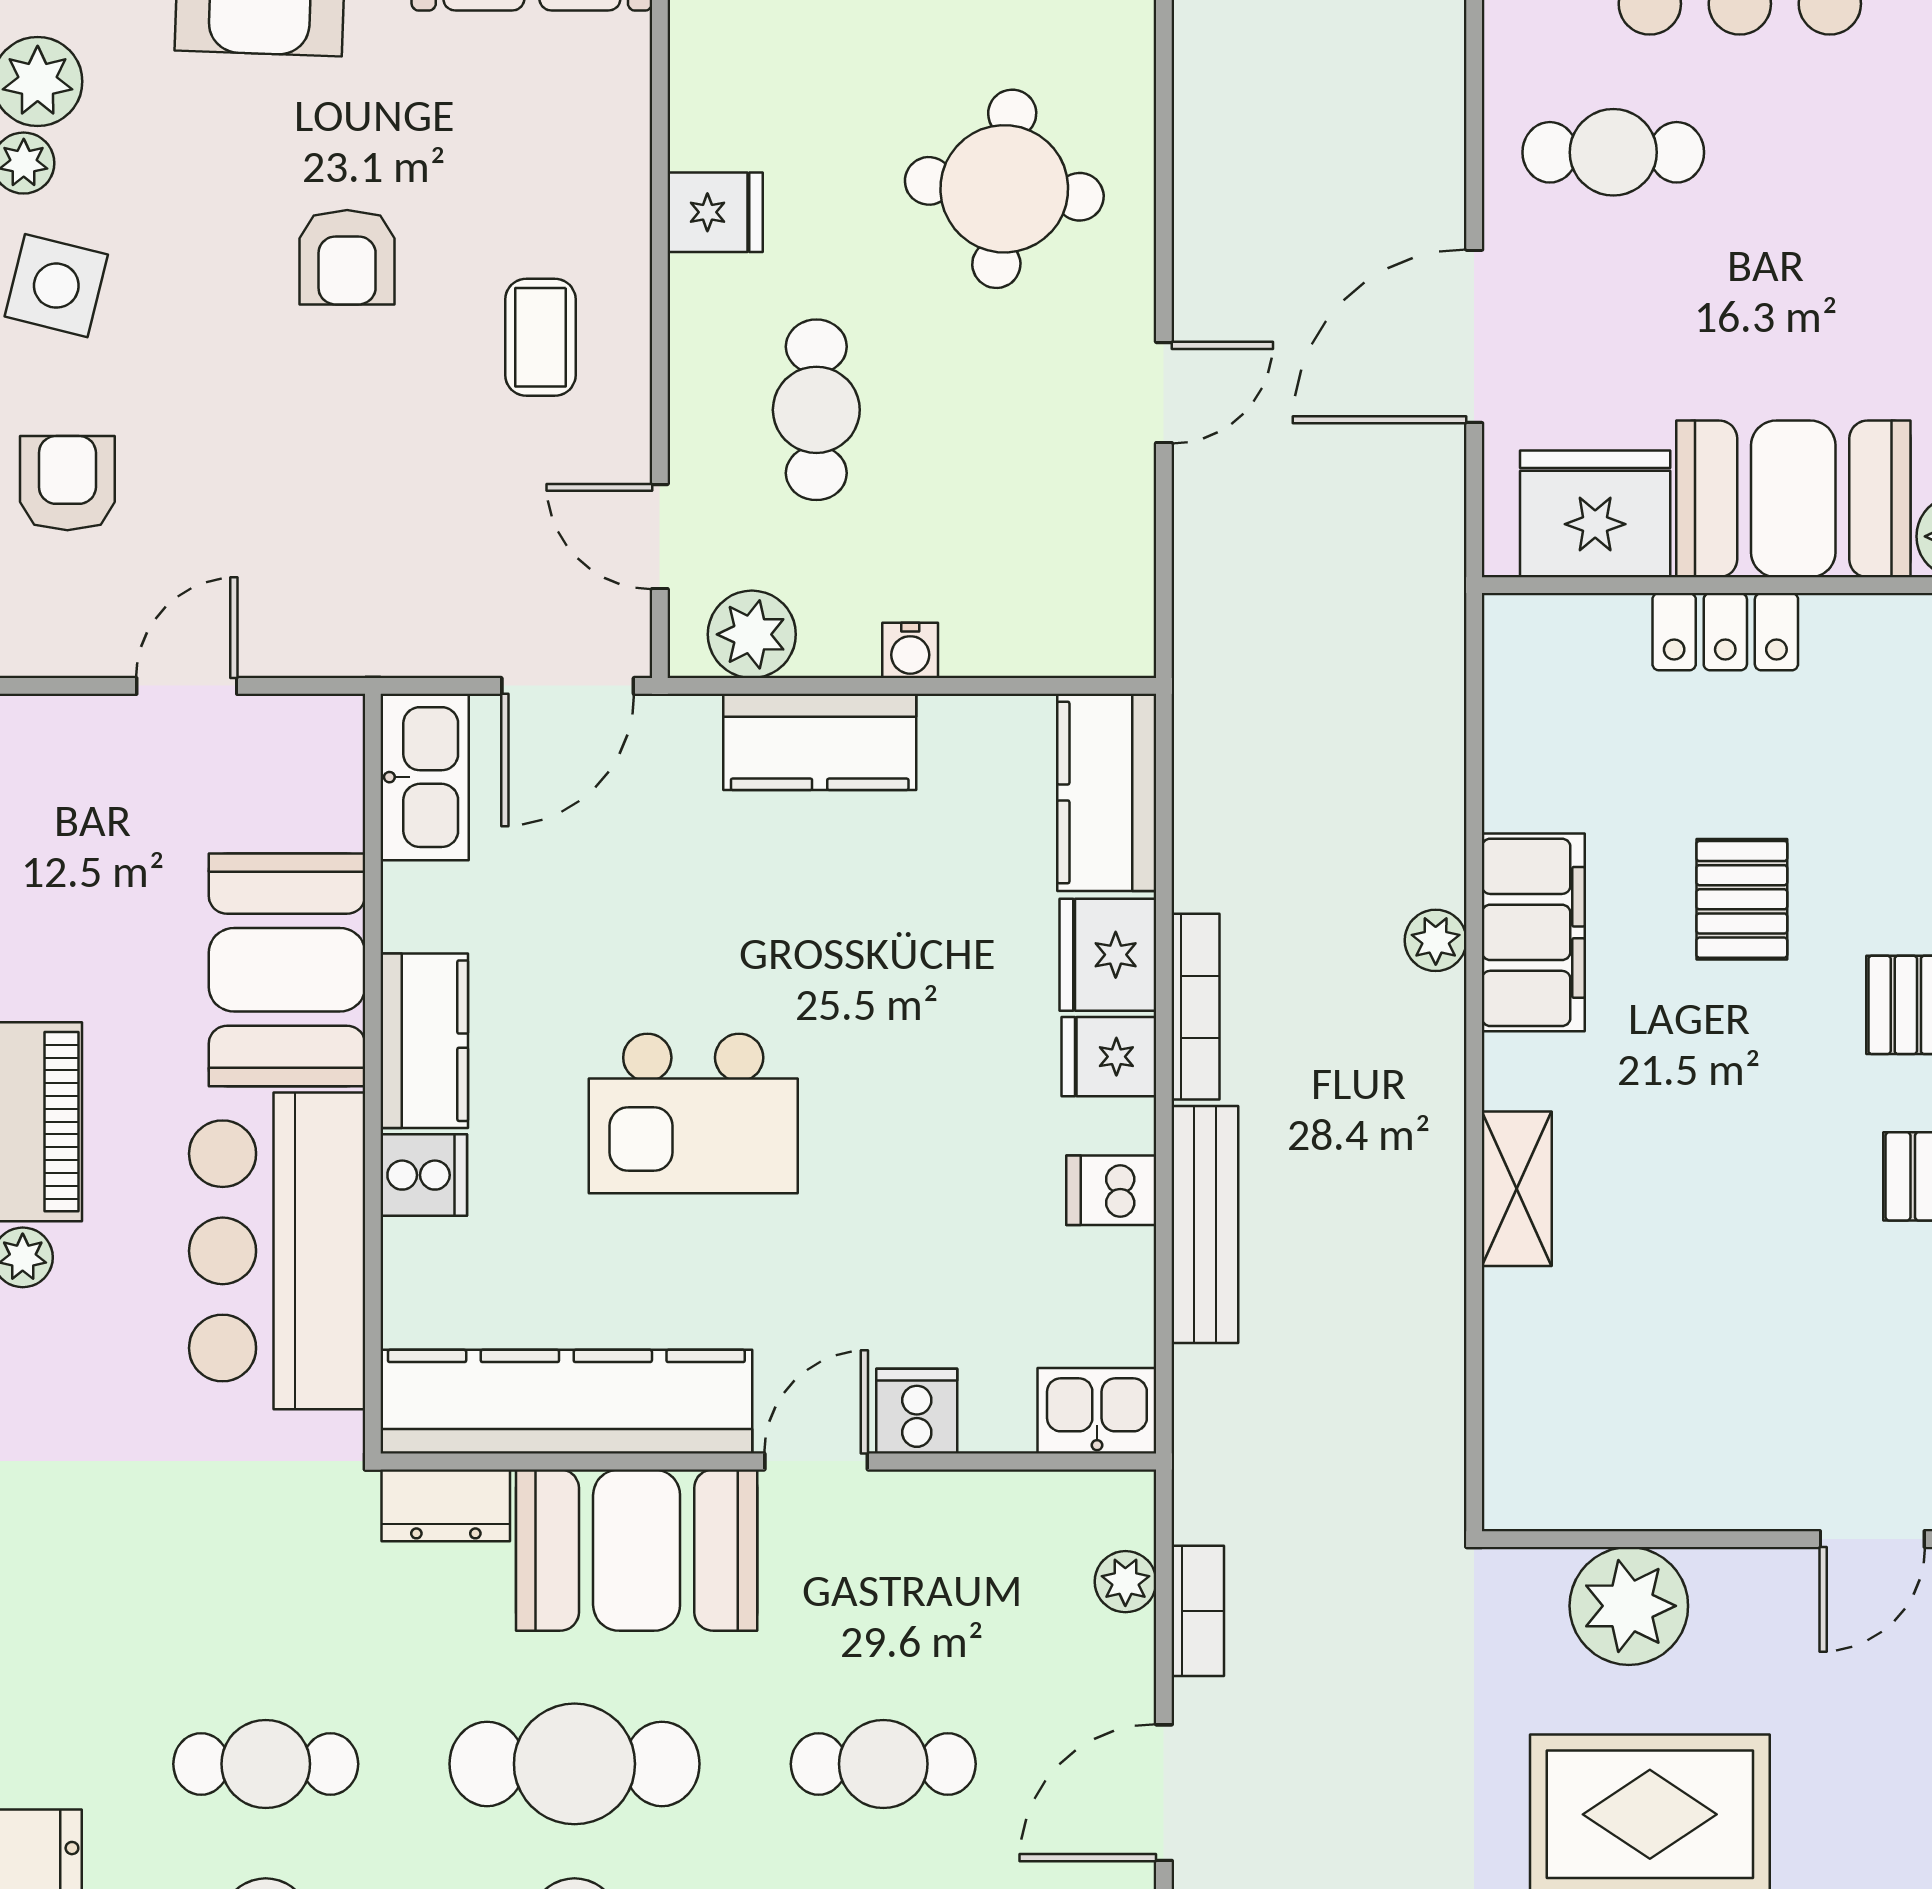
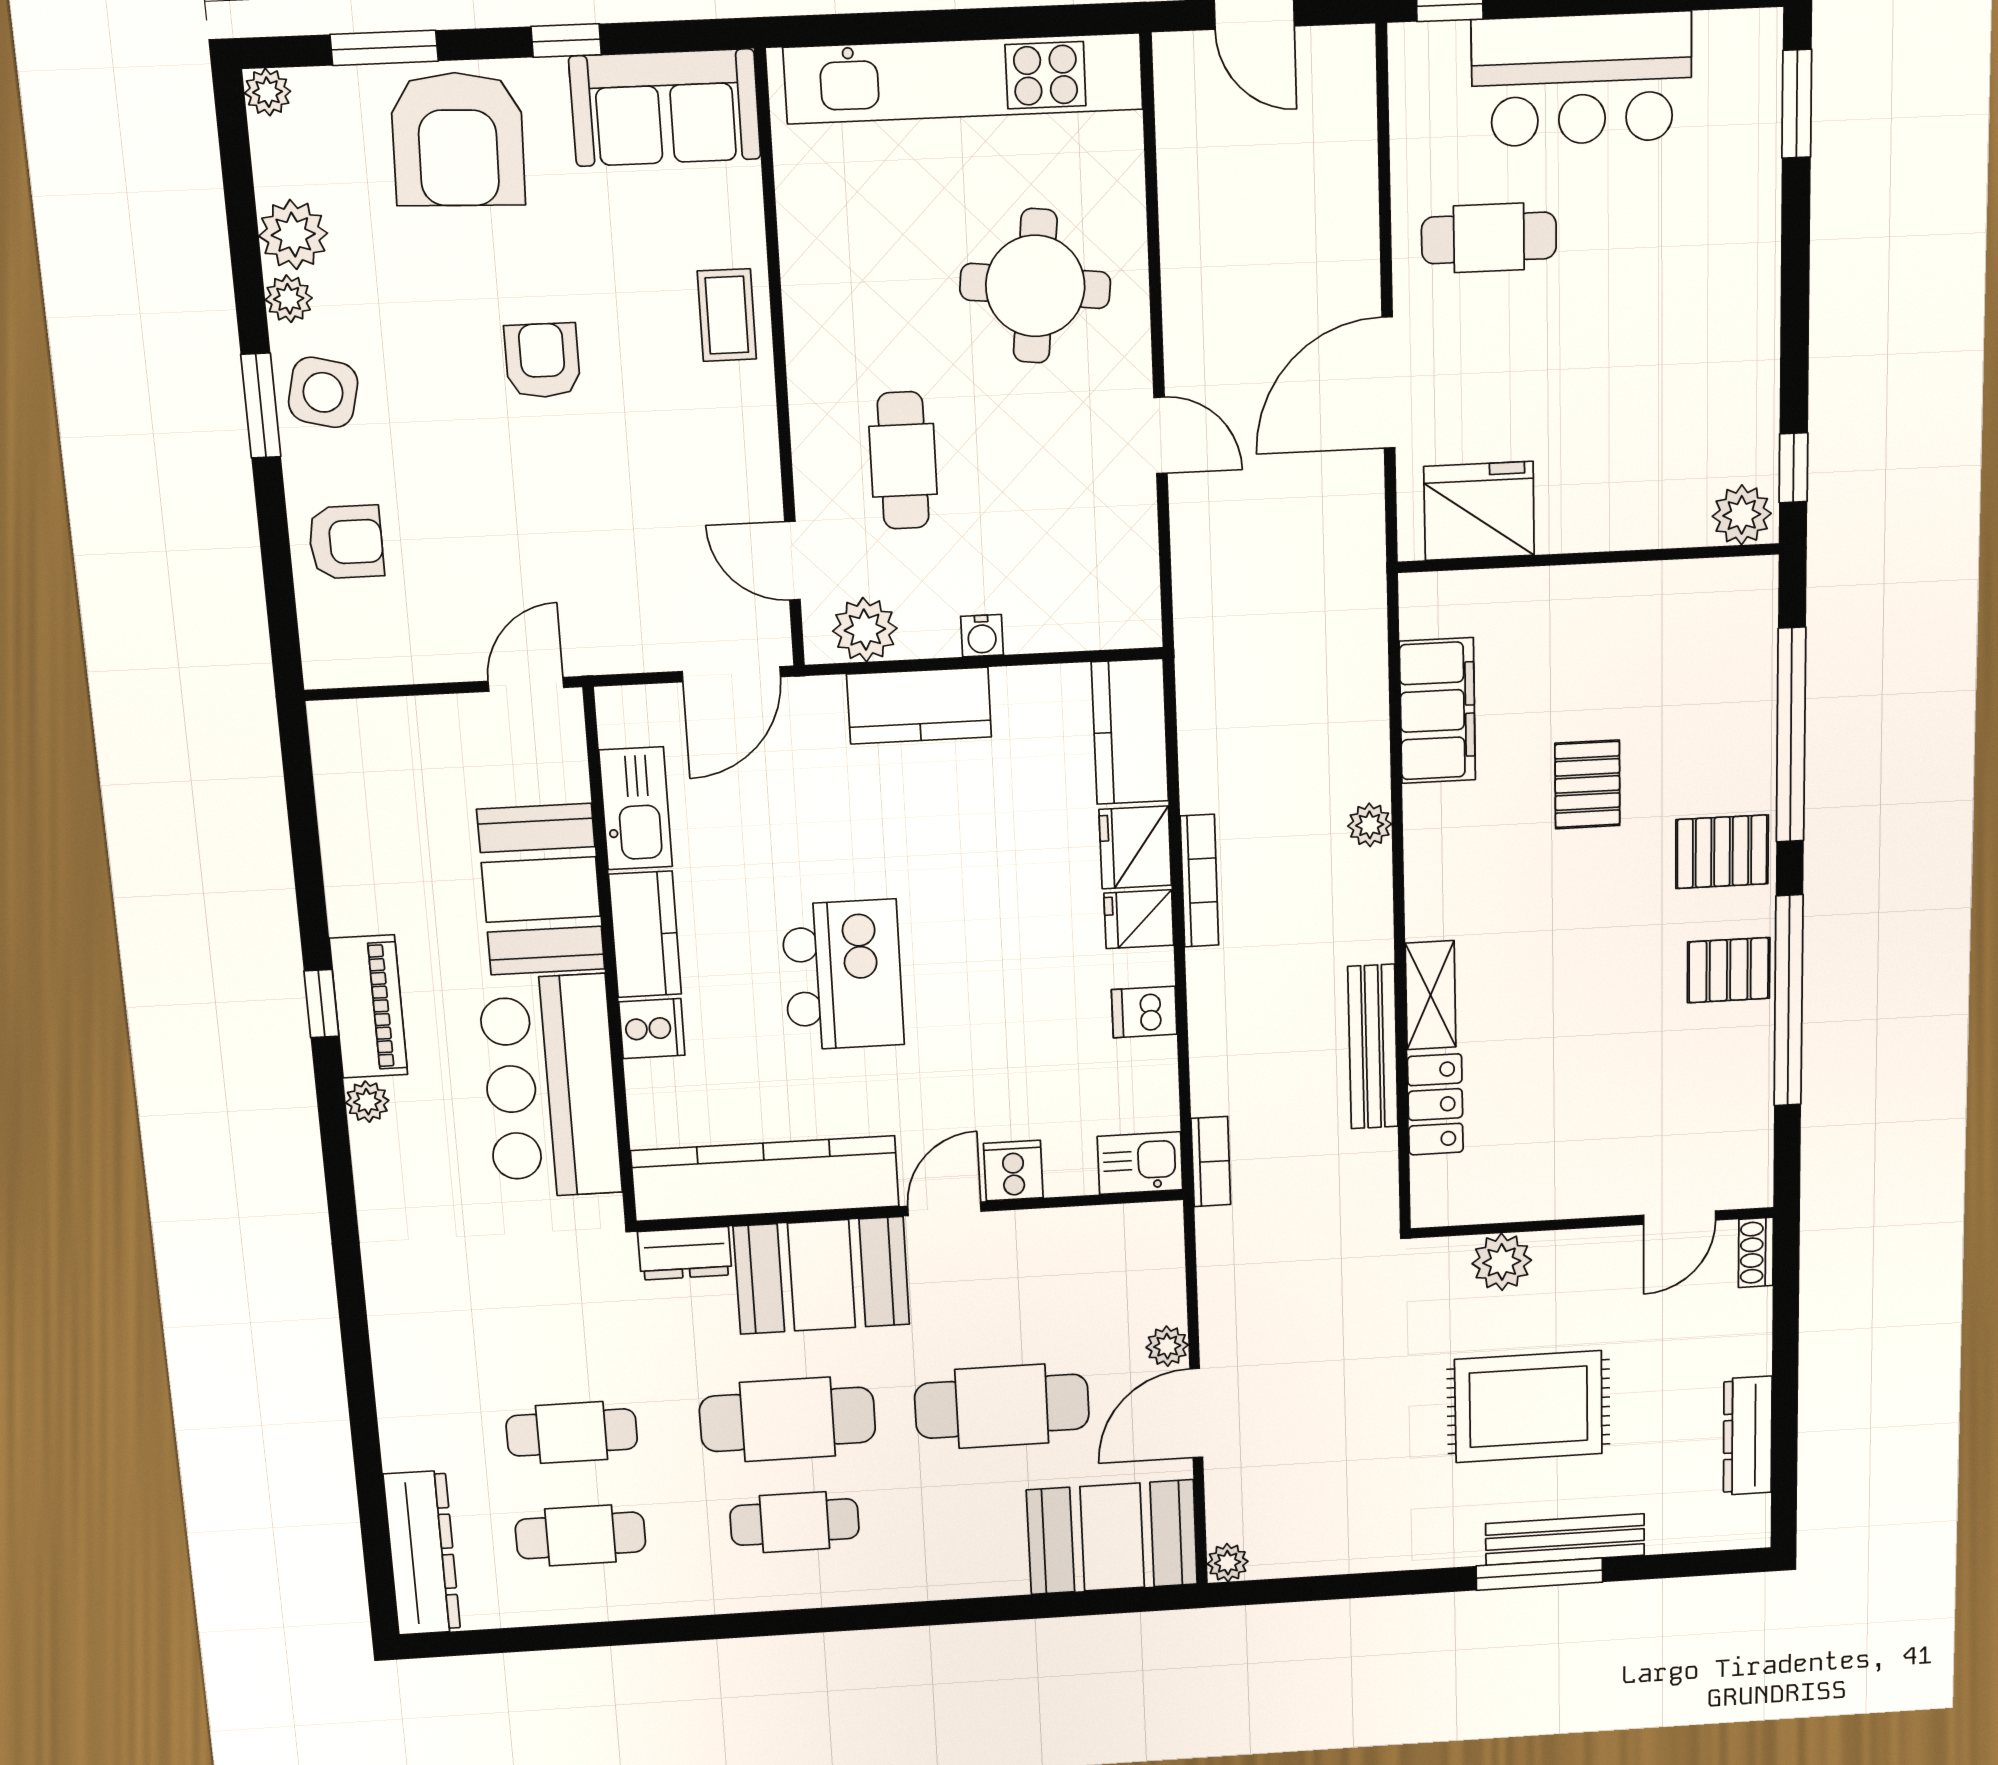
fridge: (715, 212) -> (819, 314), removed
armchair: (347, 257) -> (542, 361), turned 180
coffee table: (540, 337) -> (727, 315), moved
door: (1164, 393) -> (1161, 435), hinge flipped
armchair: (67, 483) -> (346, 542), turned 90
booth: (1793, 499) -> (1623, 493), removed
locker: (1725, 632) -> (1435, 1104), moved, turned -90
door: (187, 686) -> (526, 684), moved
kitchen sink: (425, 777) -> (636, 808), moved
filing cabinet: (1533, 932) -> (1437, 711), moved
kitchen island: (693, 1113) -> (843, 975), turned -90
bench: (1205, 1224) -> (1373, 1047), moved
plant: (1125, 1582) -> (1167, 1346), moved
plant: (1629, 1606) -> (1502, 1262), width x0.73, depth x0.73
bookcase: (1198, 1611) -> (1211, 1162), moved
cafe table: (883, 1764) -> (1002, 1406), width x1.37, depth x1.35

